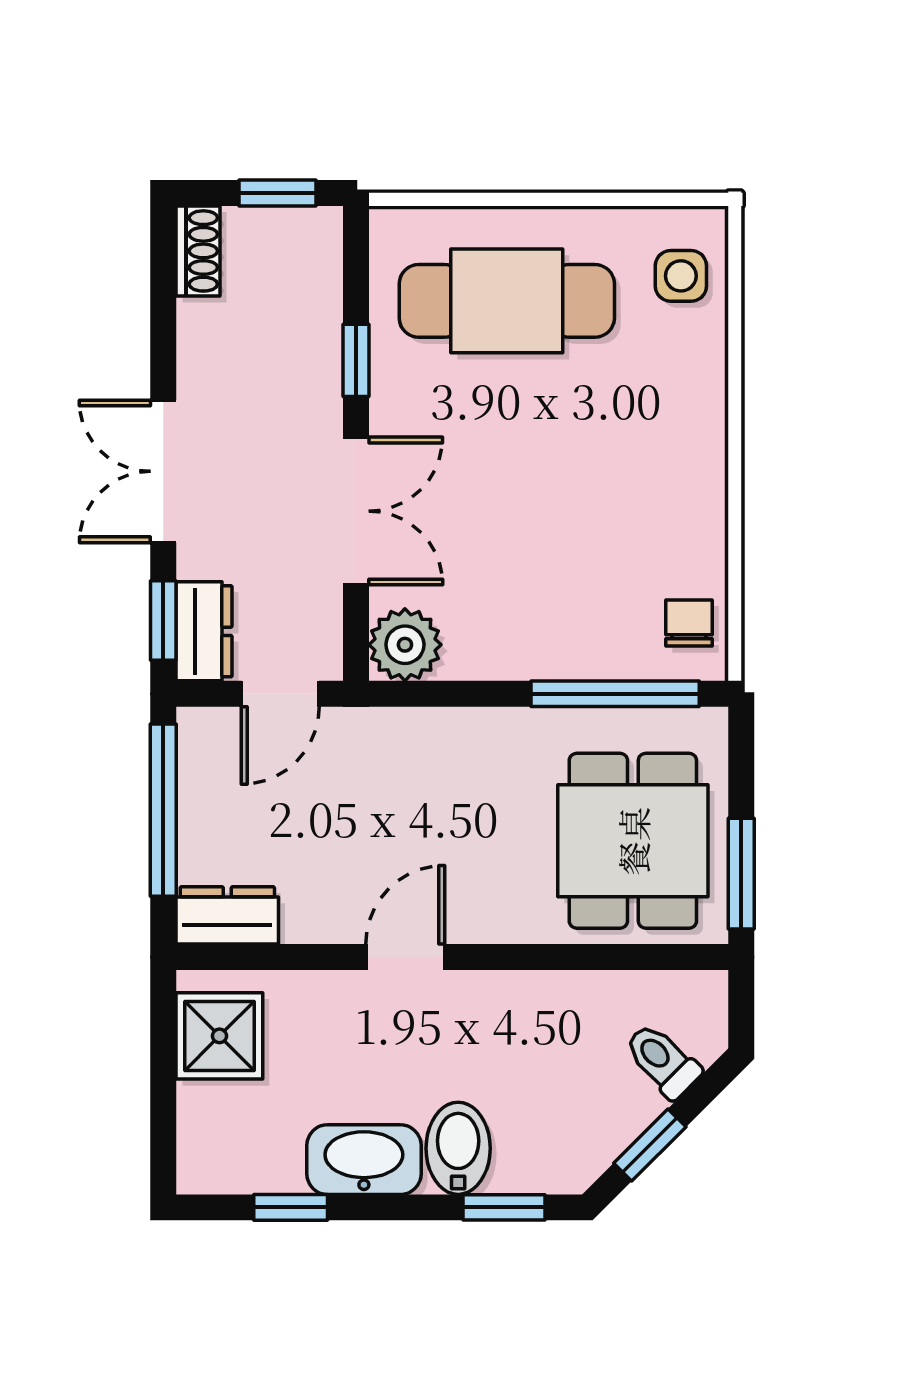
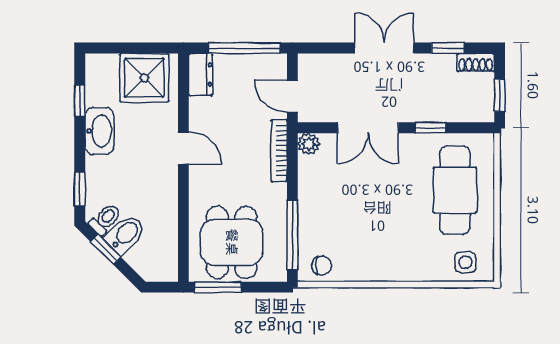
window: (163, 621) -> (448, 48), moved
dresser: (204, 631) -> (318, 65), removed
plant: (405, 645) -> (309, 144), width x0.73, depth x0.73
bookcase: (412, 726) -> (279, 151), added
dining table: (633, 841) -> (232, 242), turned 90
shower: (219, 1036) -> (144, 78), width x1.36, depth x1.36
toilet: (662, 1061) -> (105, 219), moved
bidet: (458, 1148) -> (125, 234), moved, turned -45

